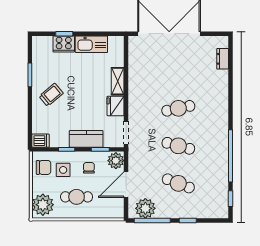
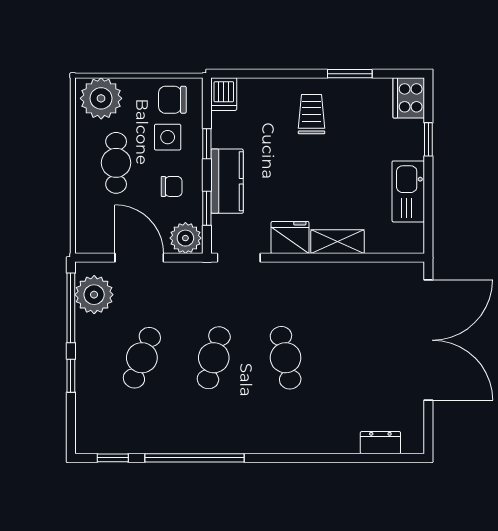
cooker: (64, 44) -> (409, 98), moved
trolley: (51, 95) -> (312, 114), turned -140
chair: (44, 167) -> (172, 100), turned 90

